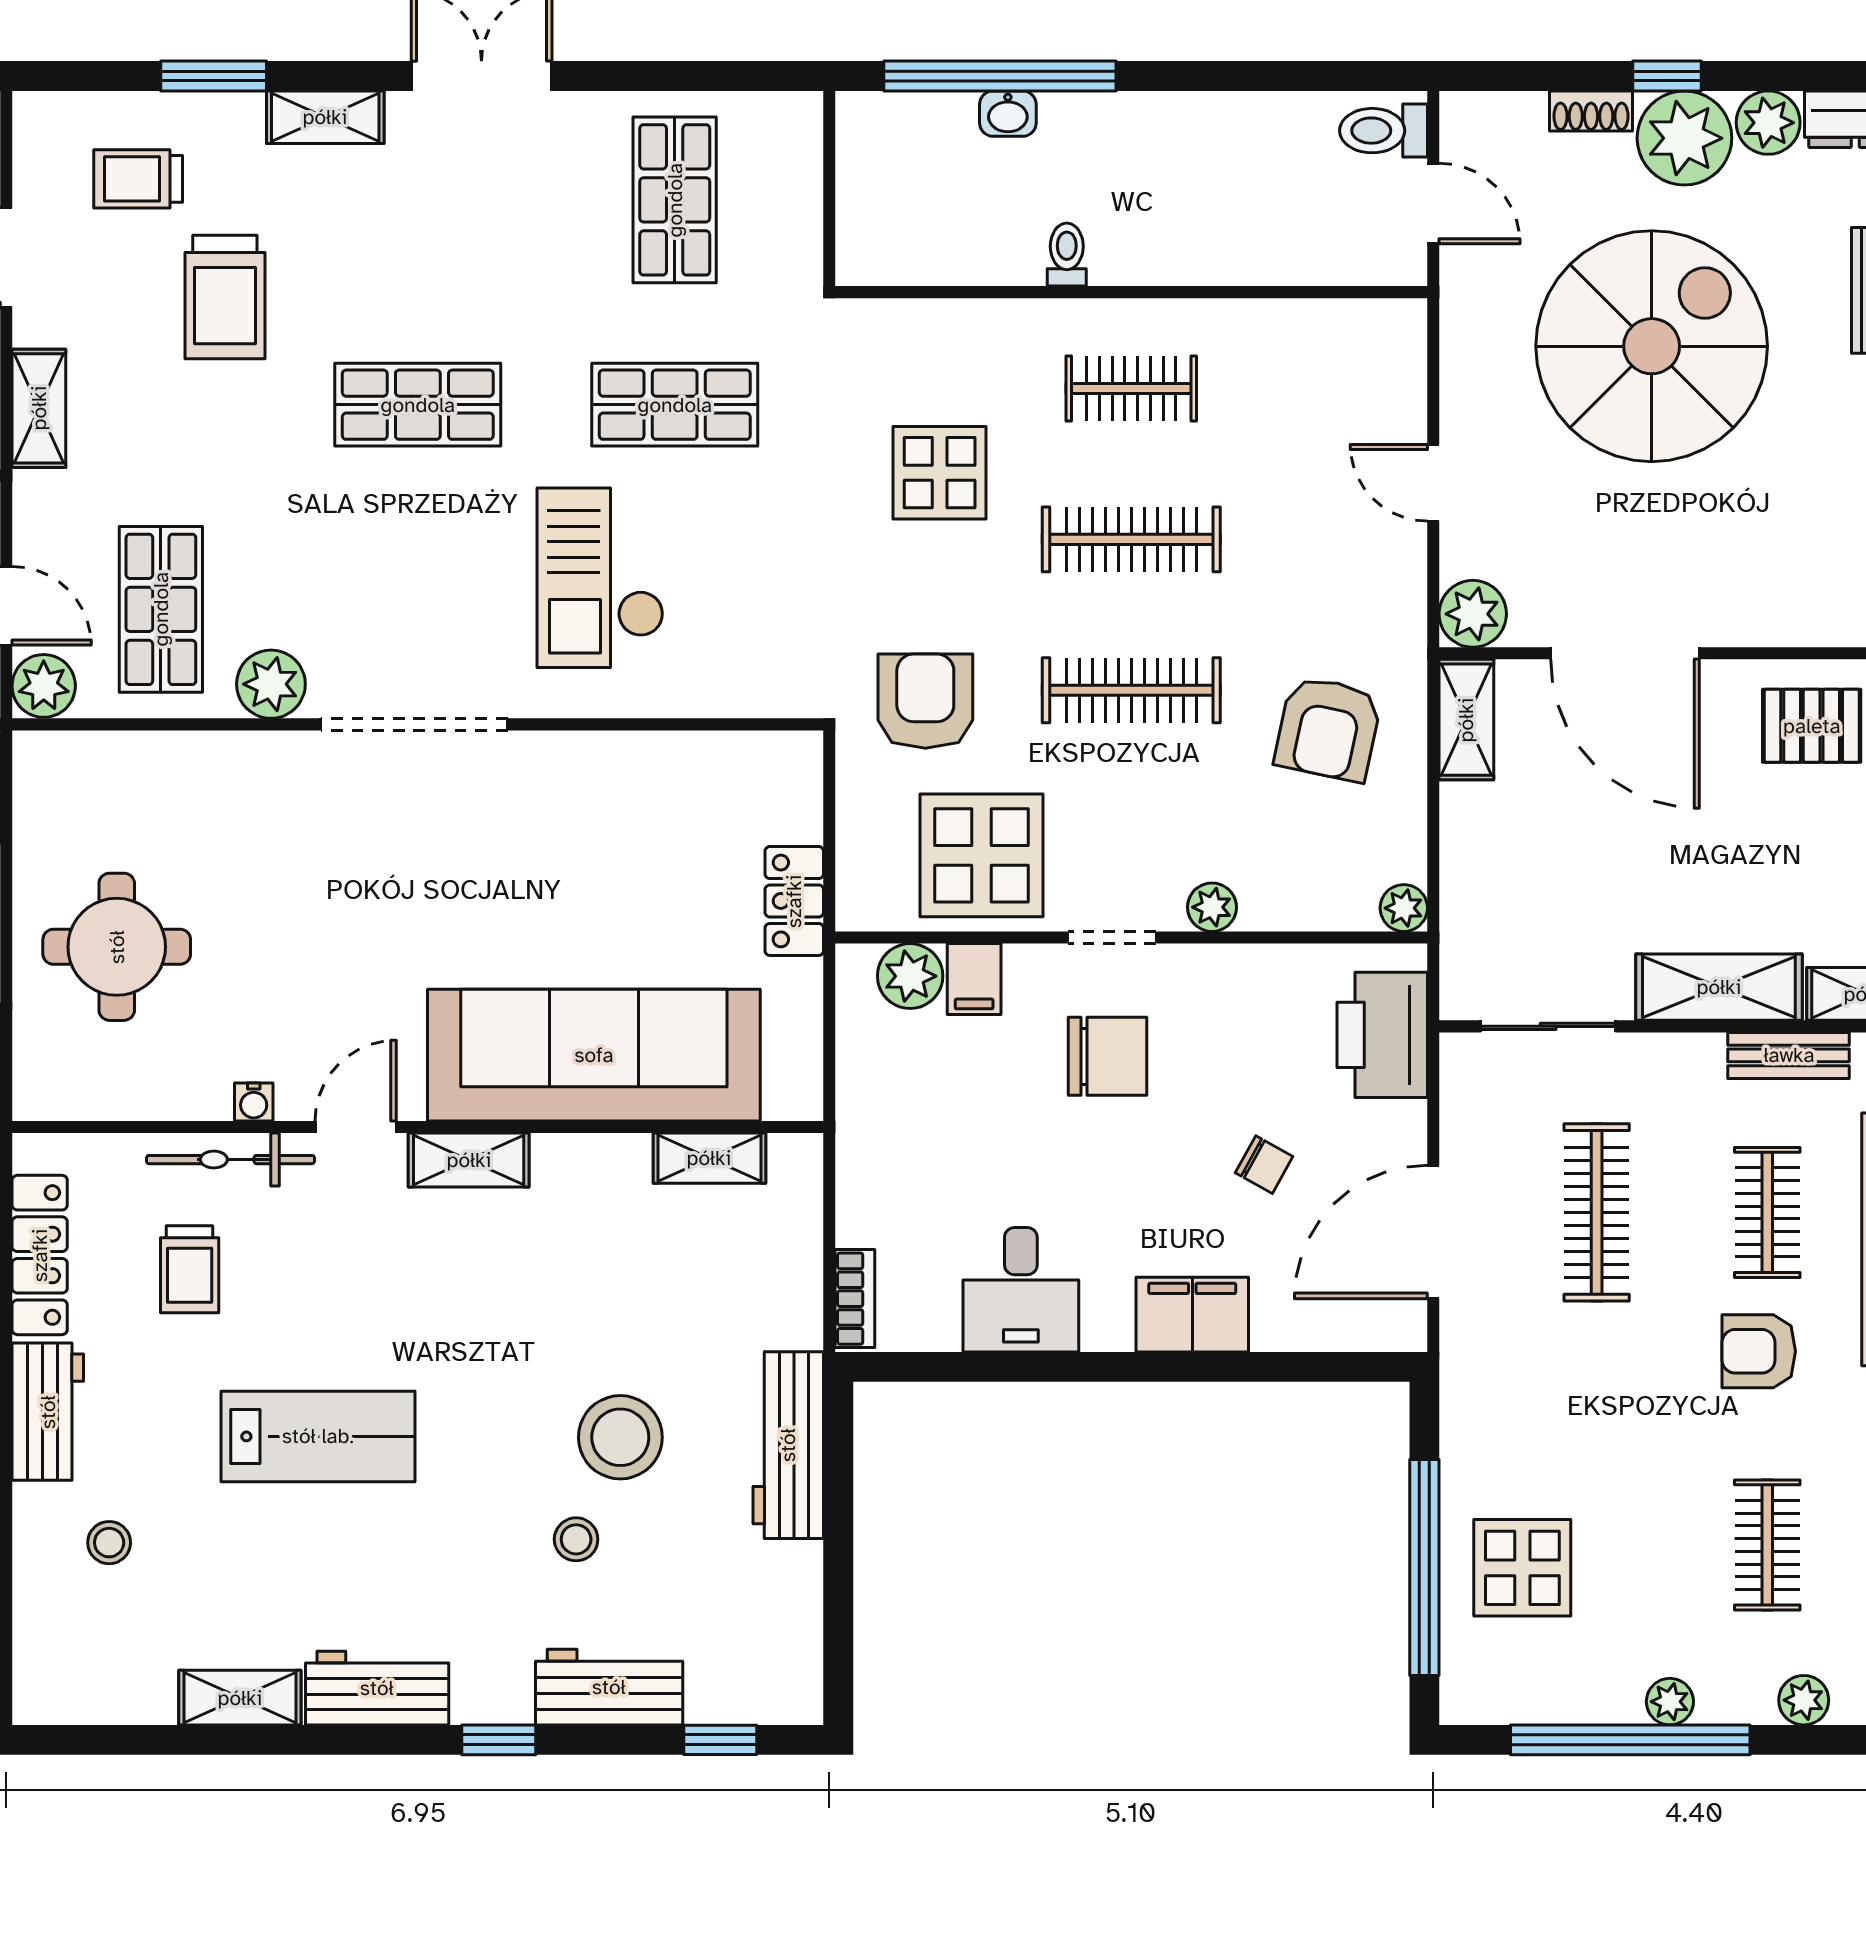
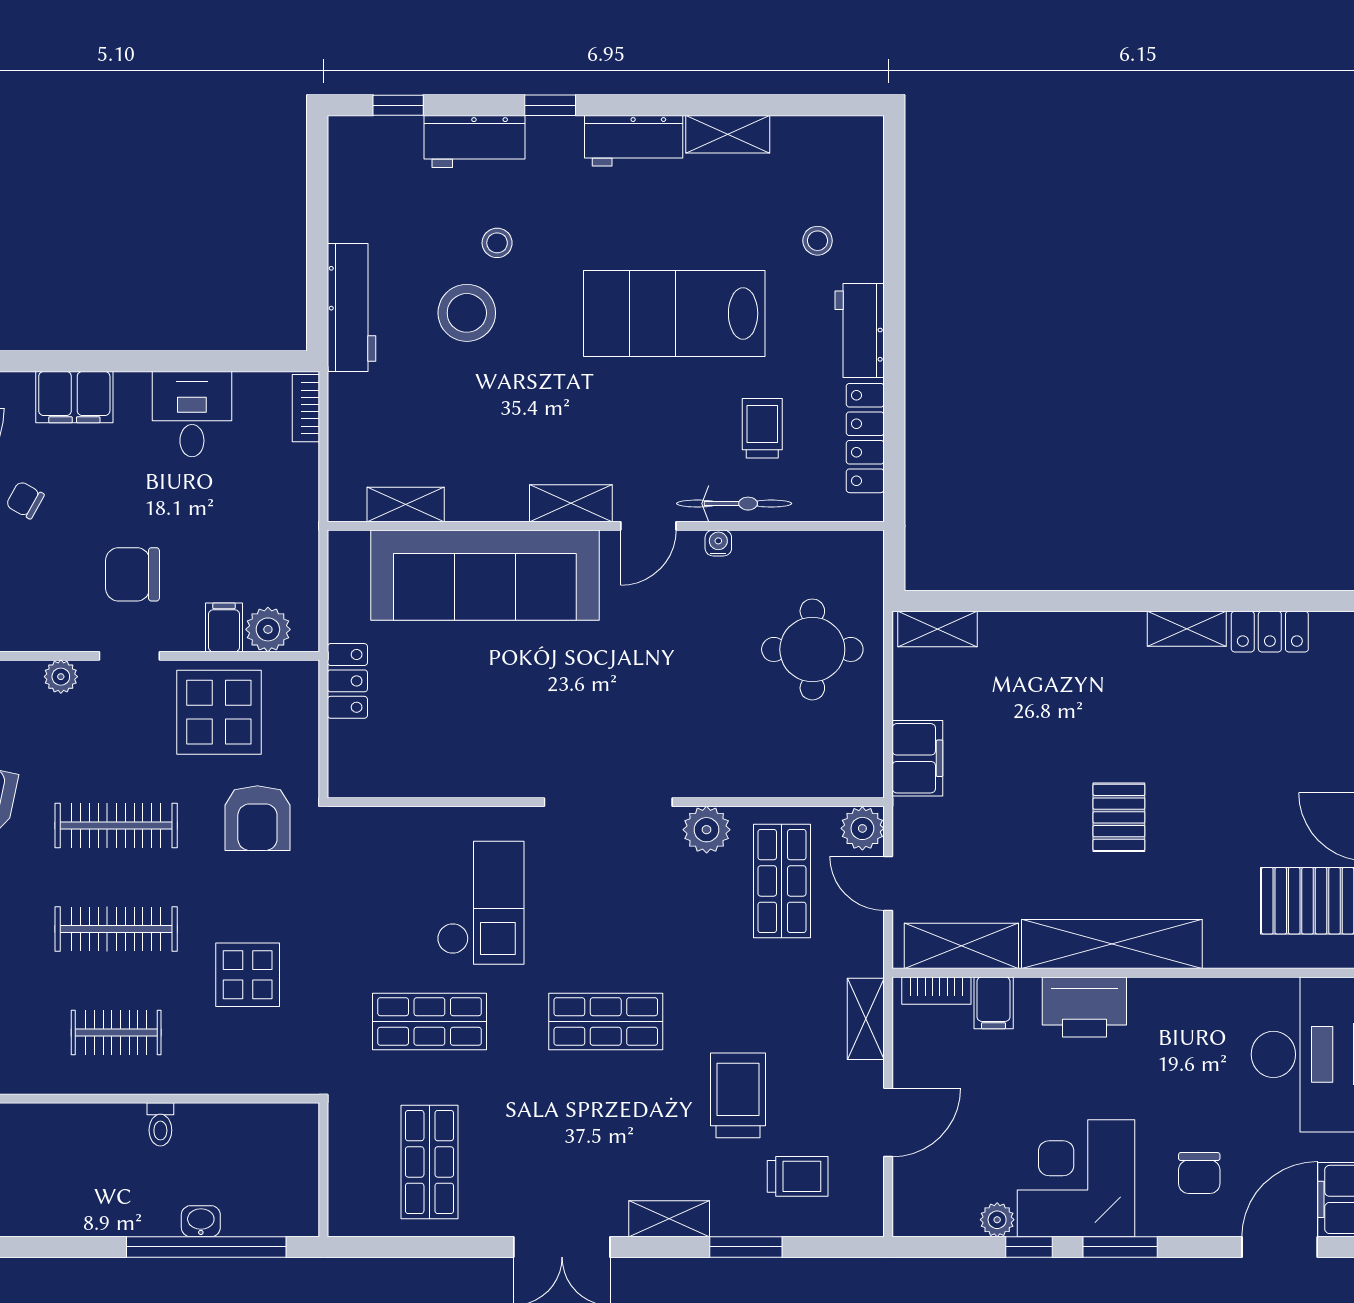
lab bench: (318, 1436) -> (674, 313), width x1.36, depth x1.39

